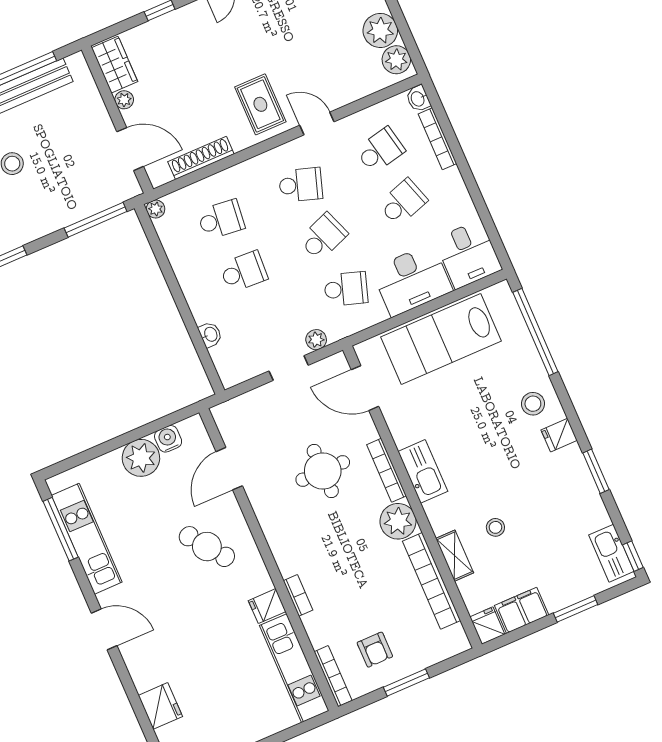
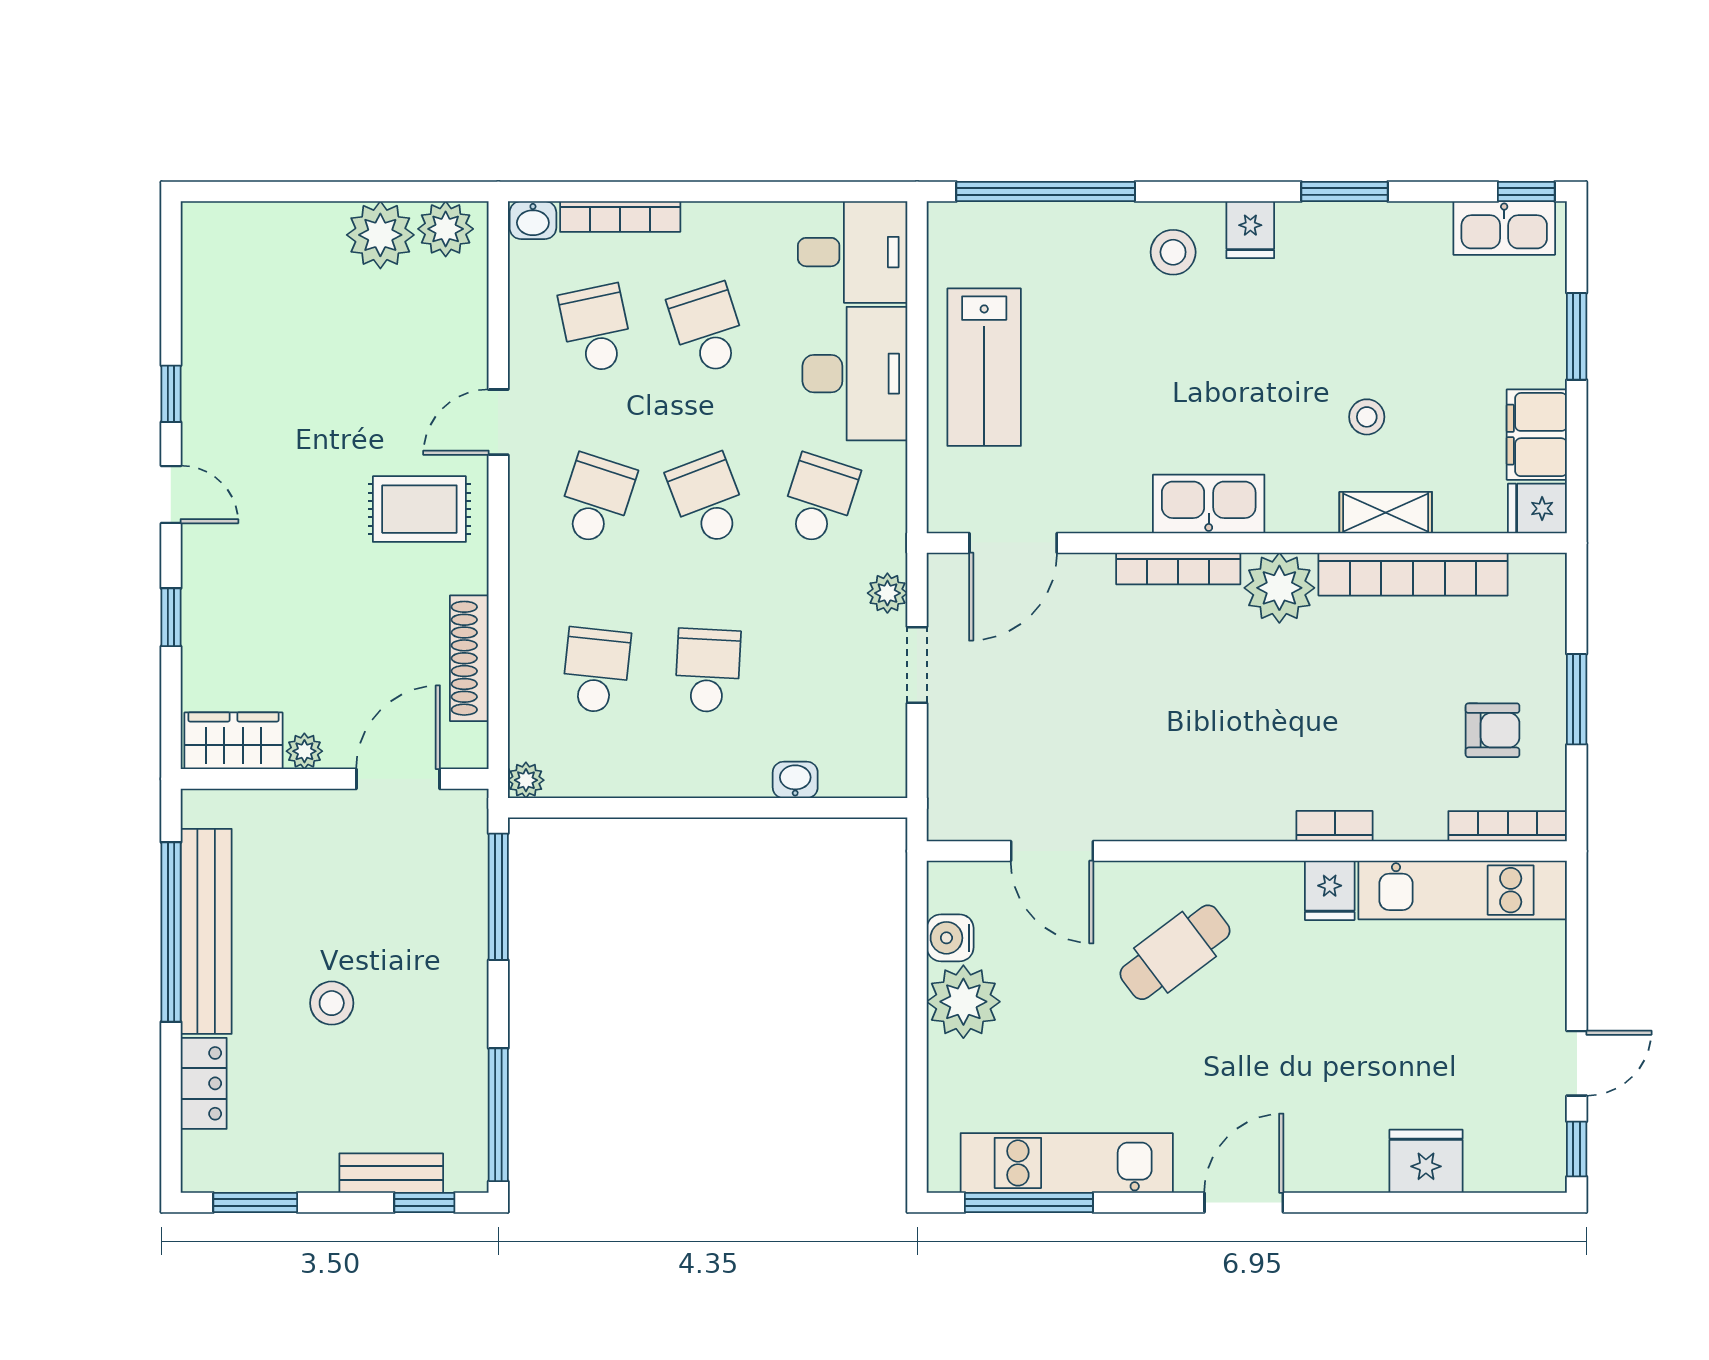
lab bench: (441, 339) -> (984, 367), width x0.73, depth x0.72
round table: (323, 471) -> (1130, 684), removed

